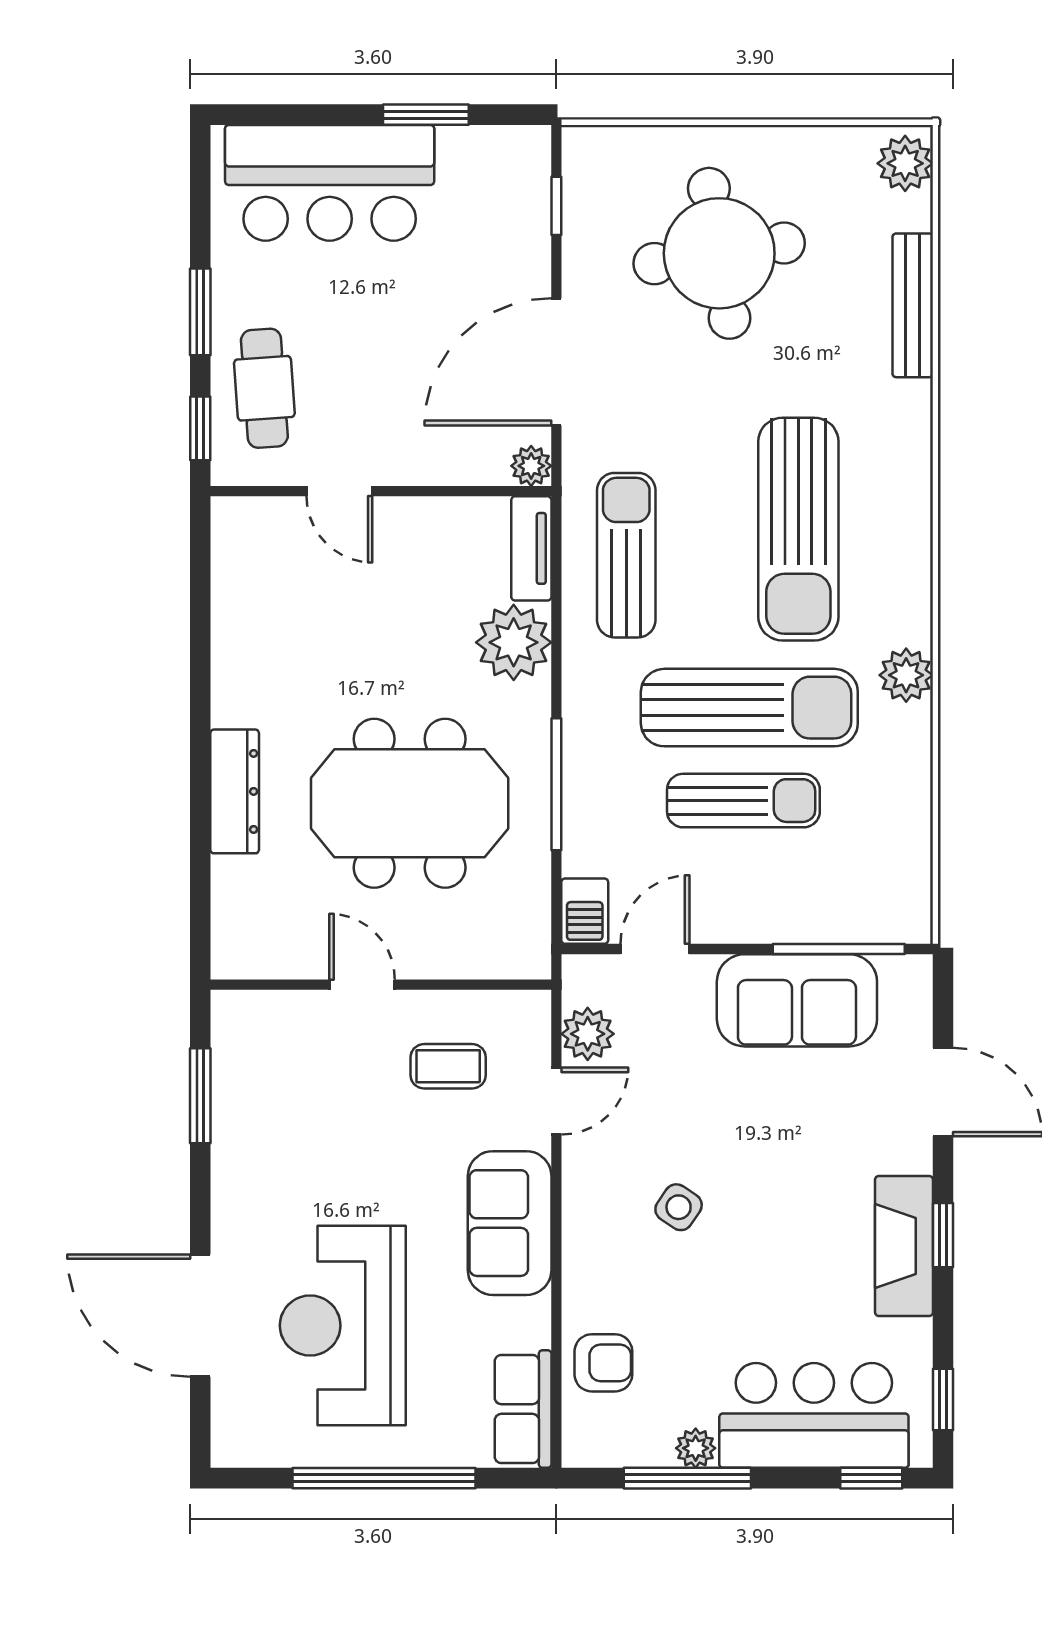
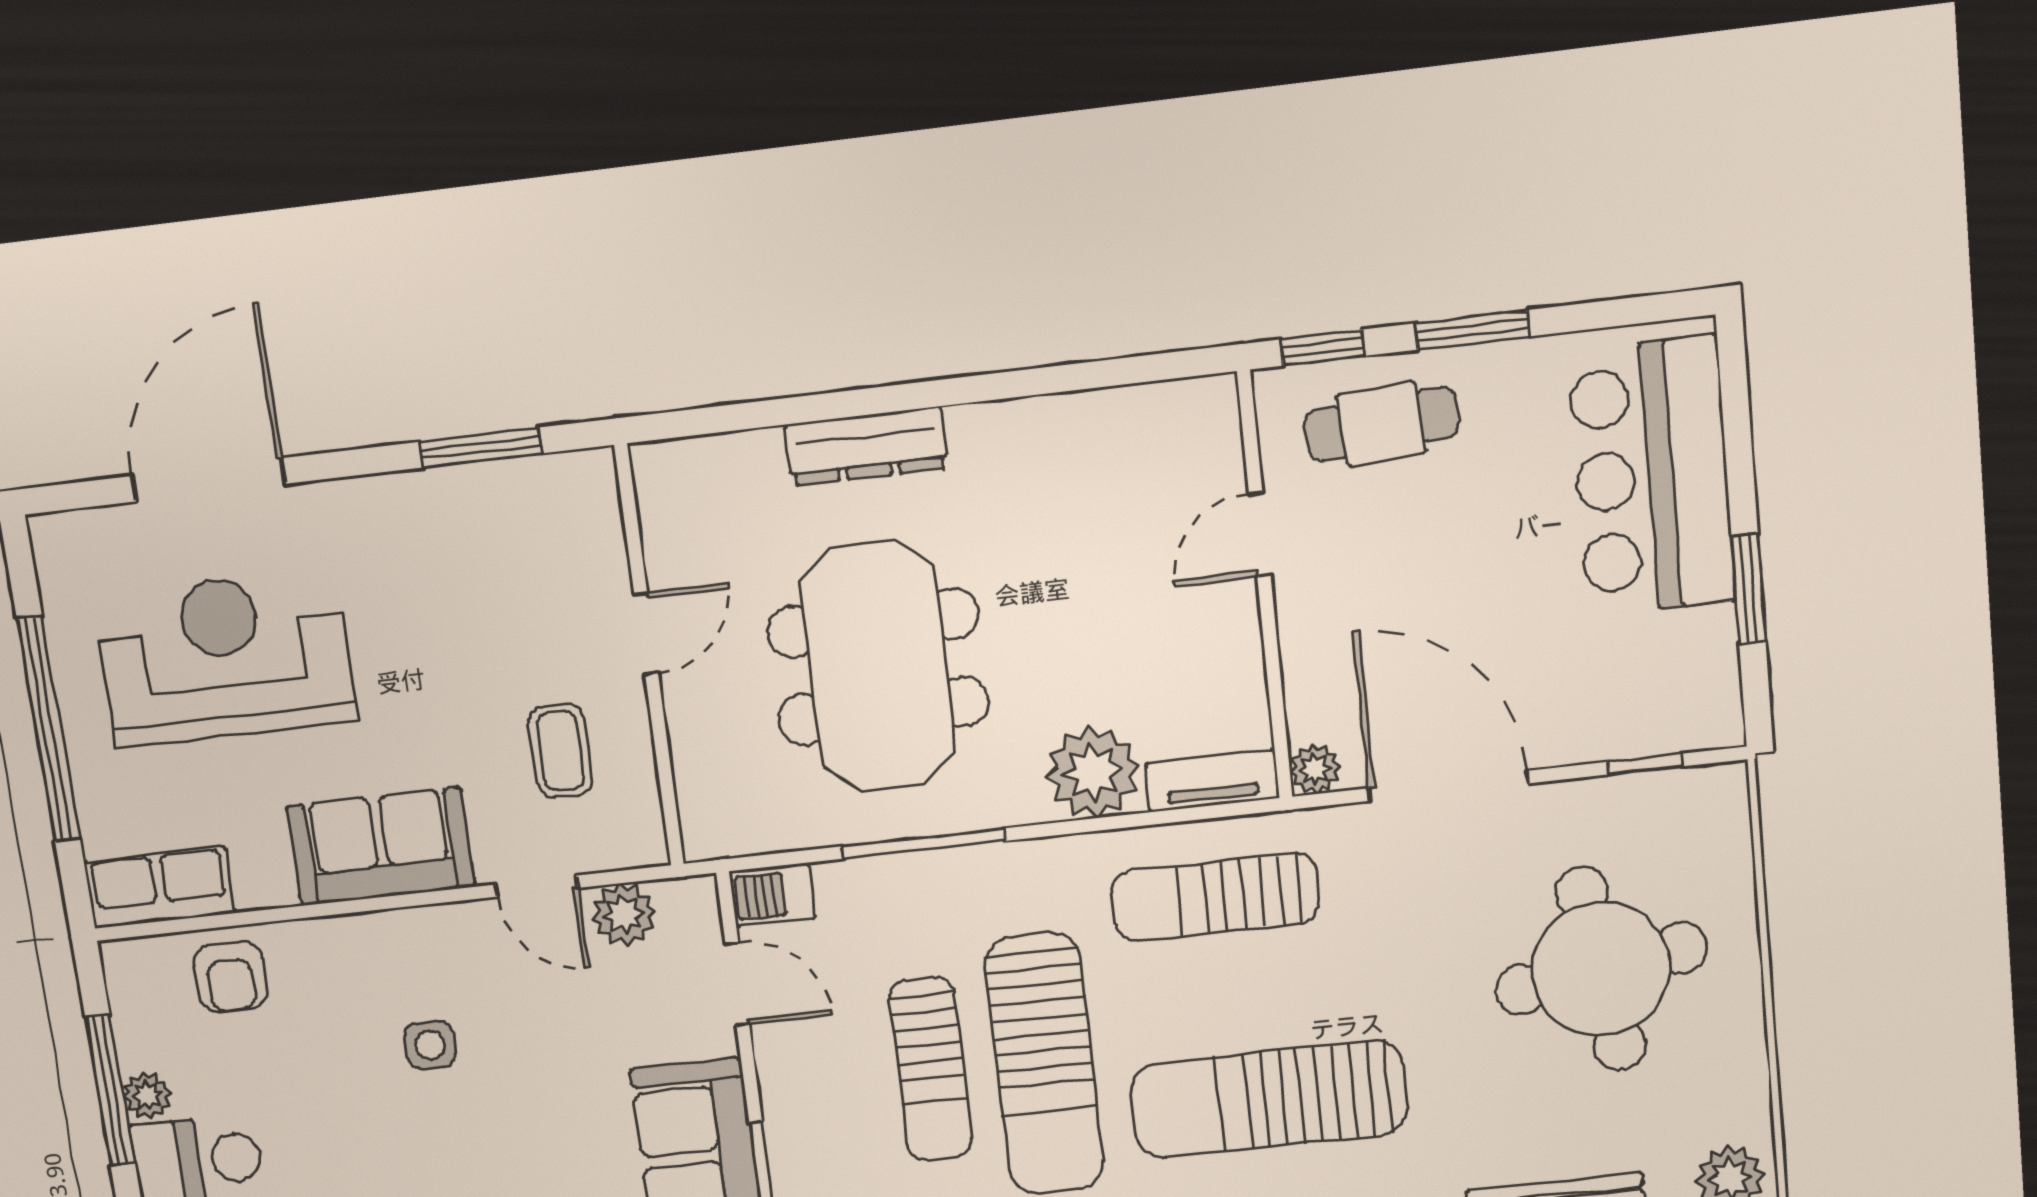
sun lounger: (626, 555) -> (1216, 897), turned 180
side table: (679, 1207) -> (430, 1045), turned -34

